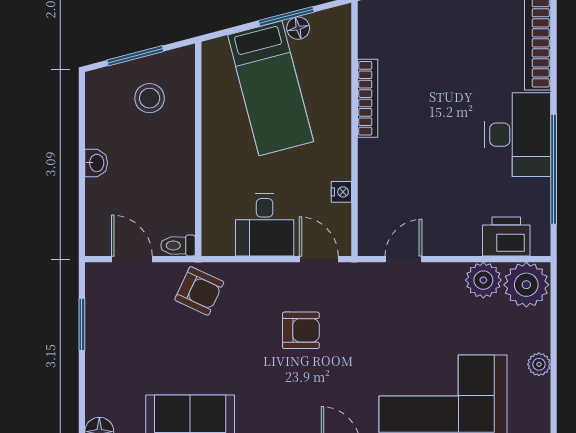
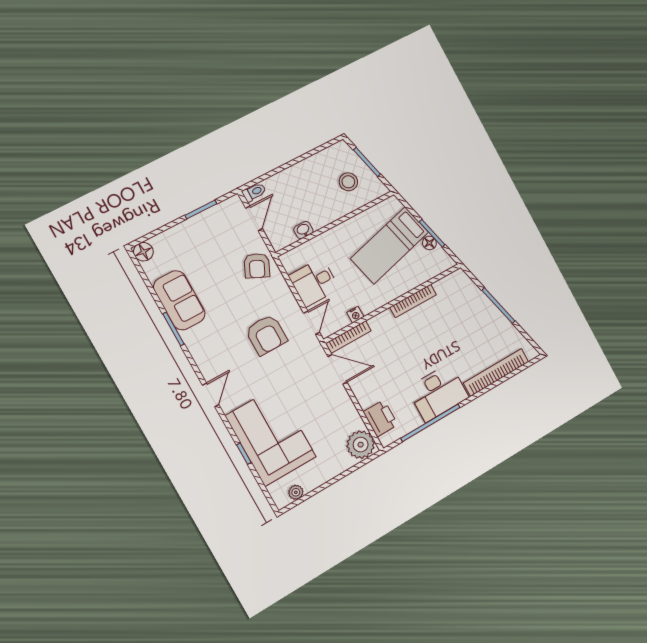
washbasin: (96, 163) -> (303, 230), moved, turned 180
bookcase: (367, 219) -> (348, 337), added
toilet: (178, 245) -> (254, 192), moved, turned 90
door: (403, 259) -> (337, 369), width x1.37
plant: (483, 280) -> (350, 420), removed
armchair: (301, 330) -> (266, 335), width x1.38, depth x1.38
plant: (539, 364) -> (296, 492), moved

